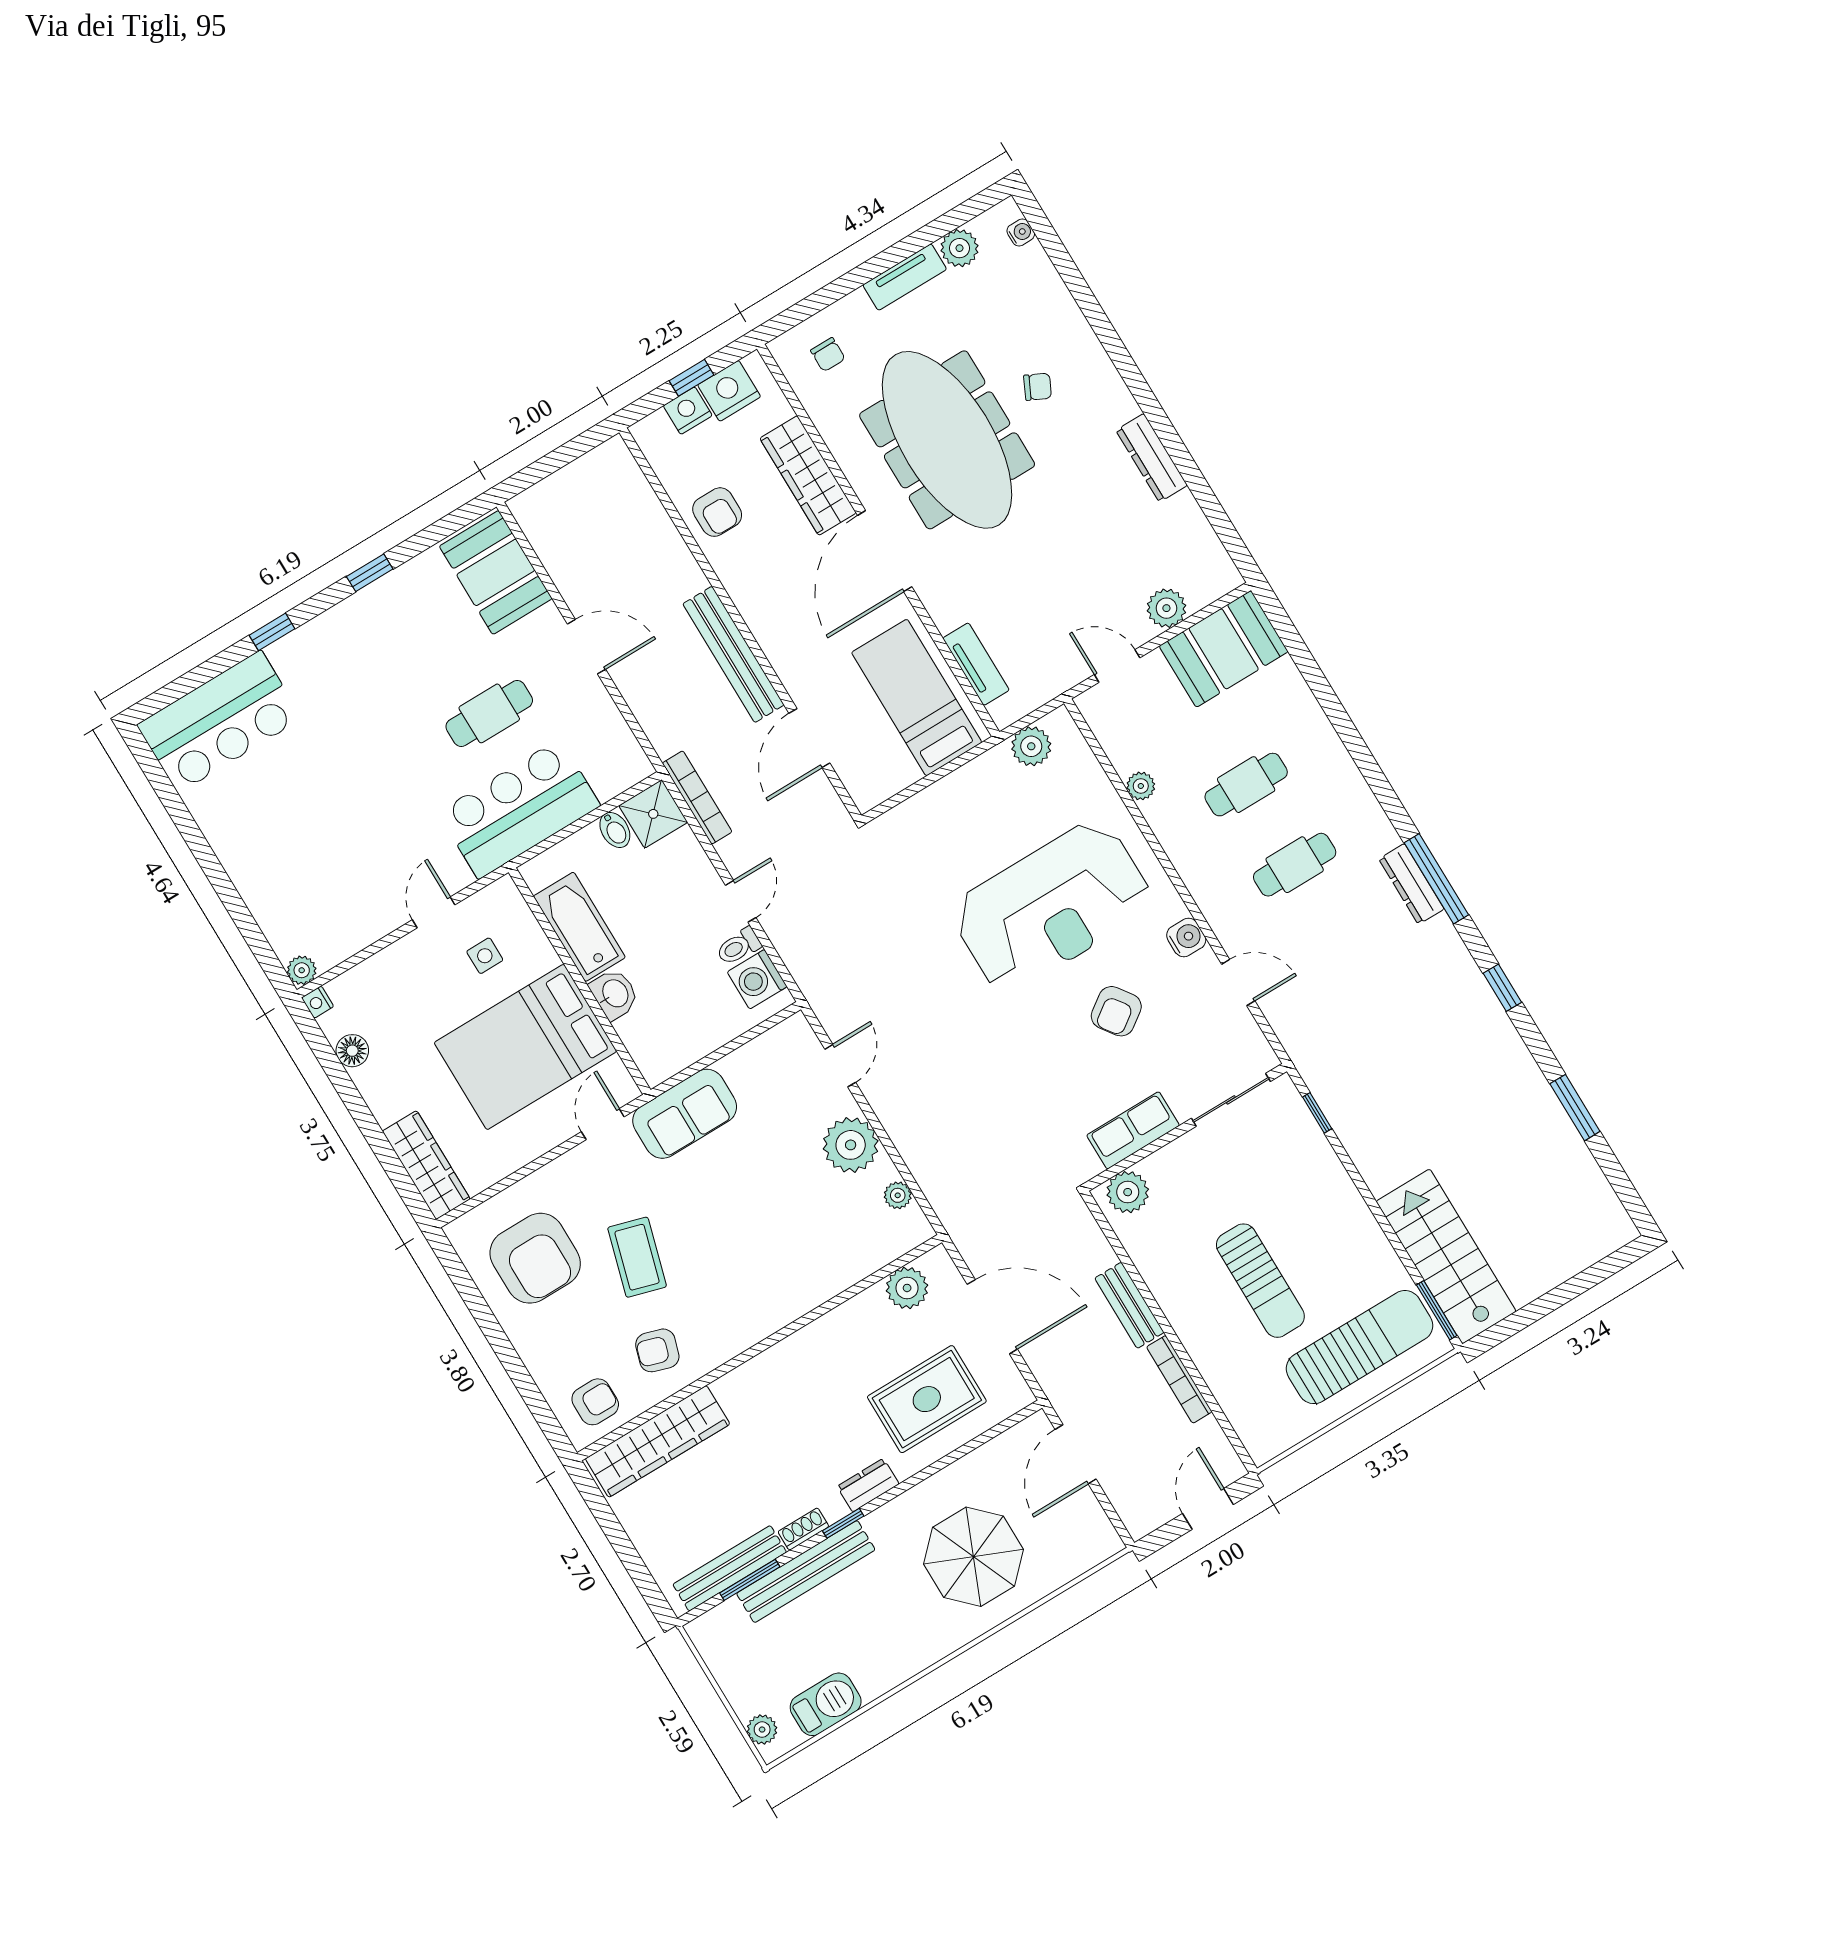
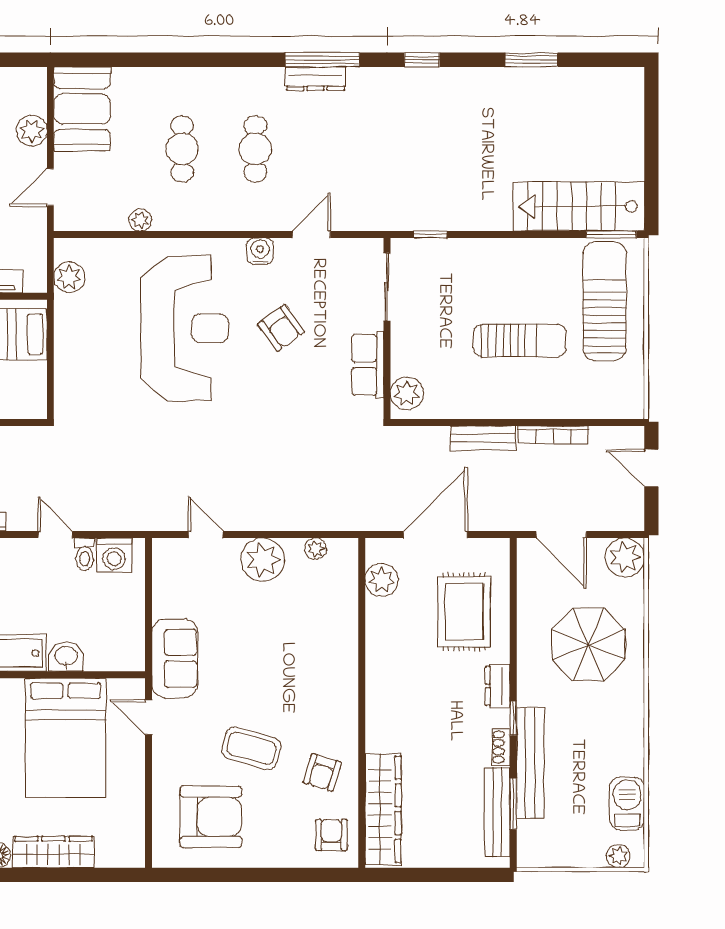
wardrobe: (426, 1165) -> (53, 852), moved
plant: (1093, 1539) -> (625, 558), added

